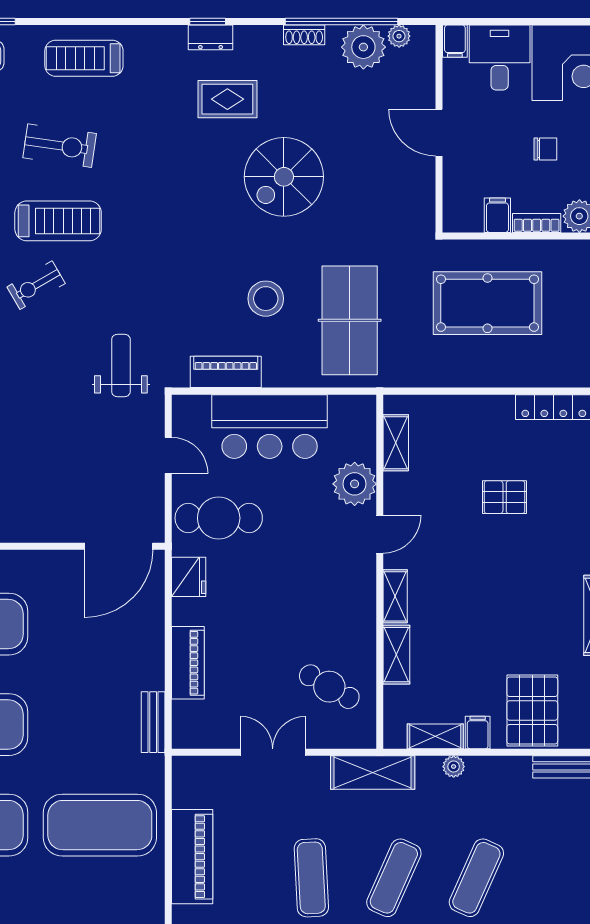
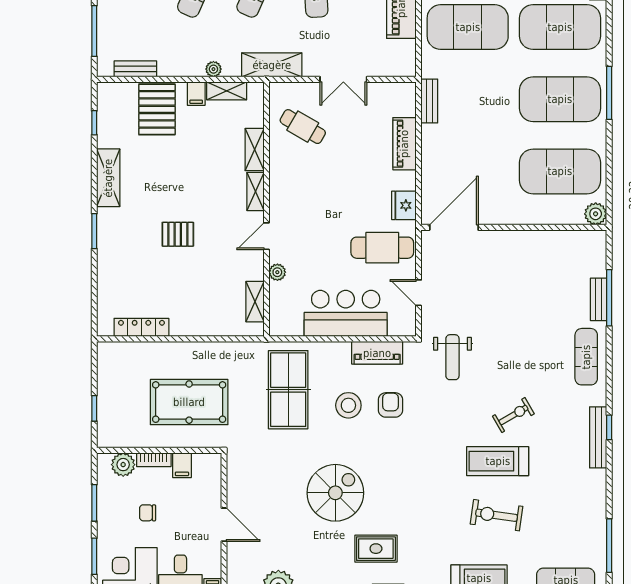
armchair: (207, 299) -> (390, 405), added
plant: (355, 484) -> (277, 272), width x0.53, depth x0.53
pallet: (505, 497) -> (178, 234), moved

